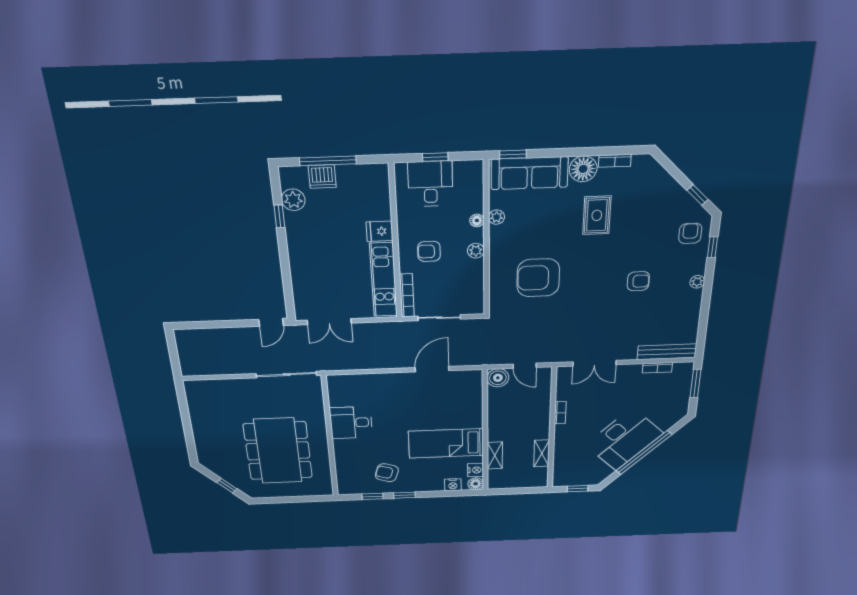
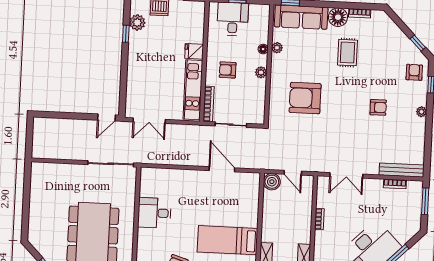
door: (432, 369) -> (222, 169), hinge flipped

